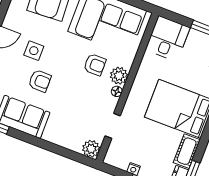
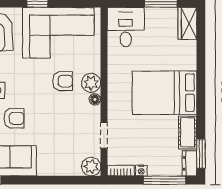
bookcase: (116, 162) -> (121, 171), added

